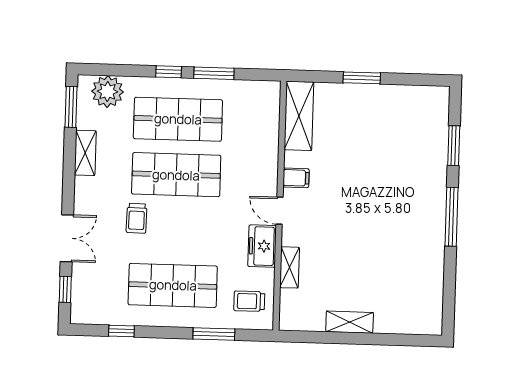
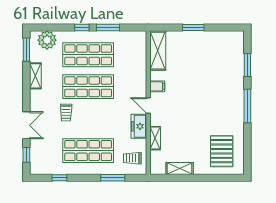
pallet: (404, 294) -> (222, 151), added
shelving: (350, 322) -> (180, 169), moved

